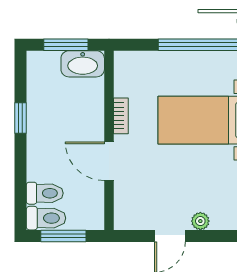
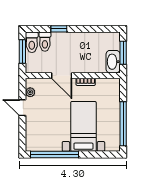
window: (20, 118) -> (59, 29), moved
door: (109, 161) -> (62, 76), swing flipped
plant: (200, 221) -> (30, 92), moved

